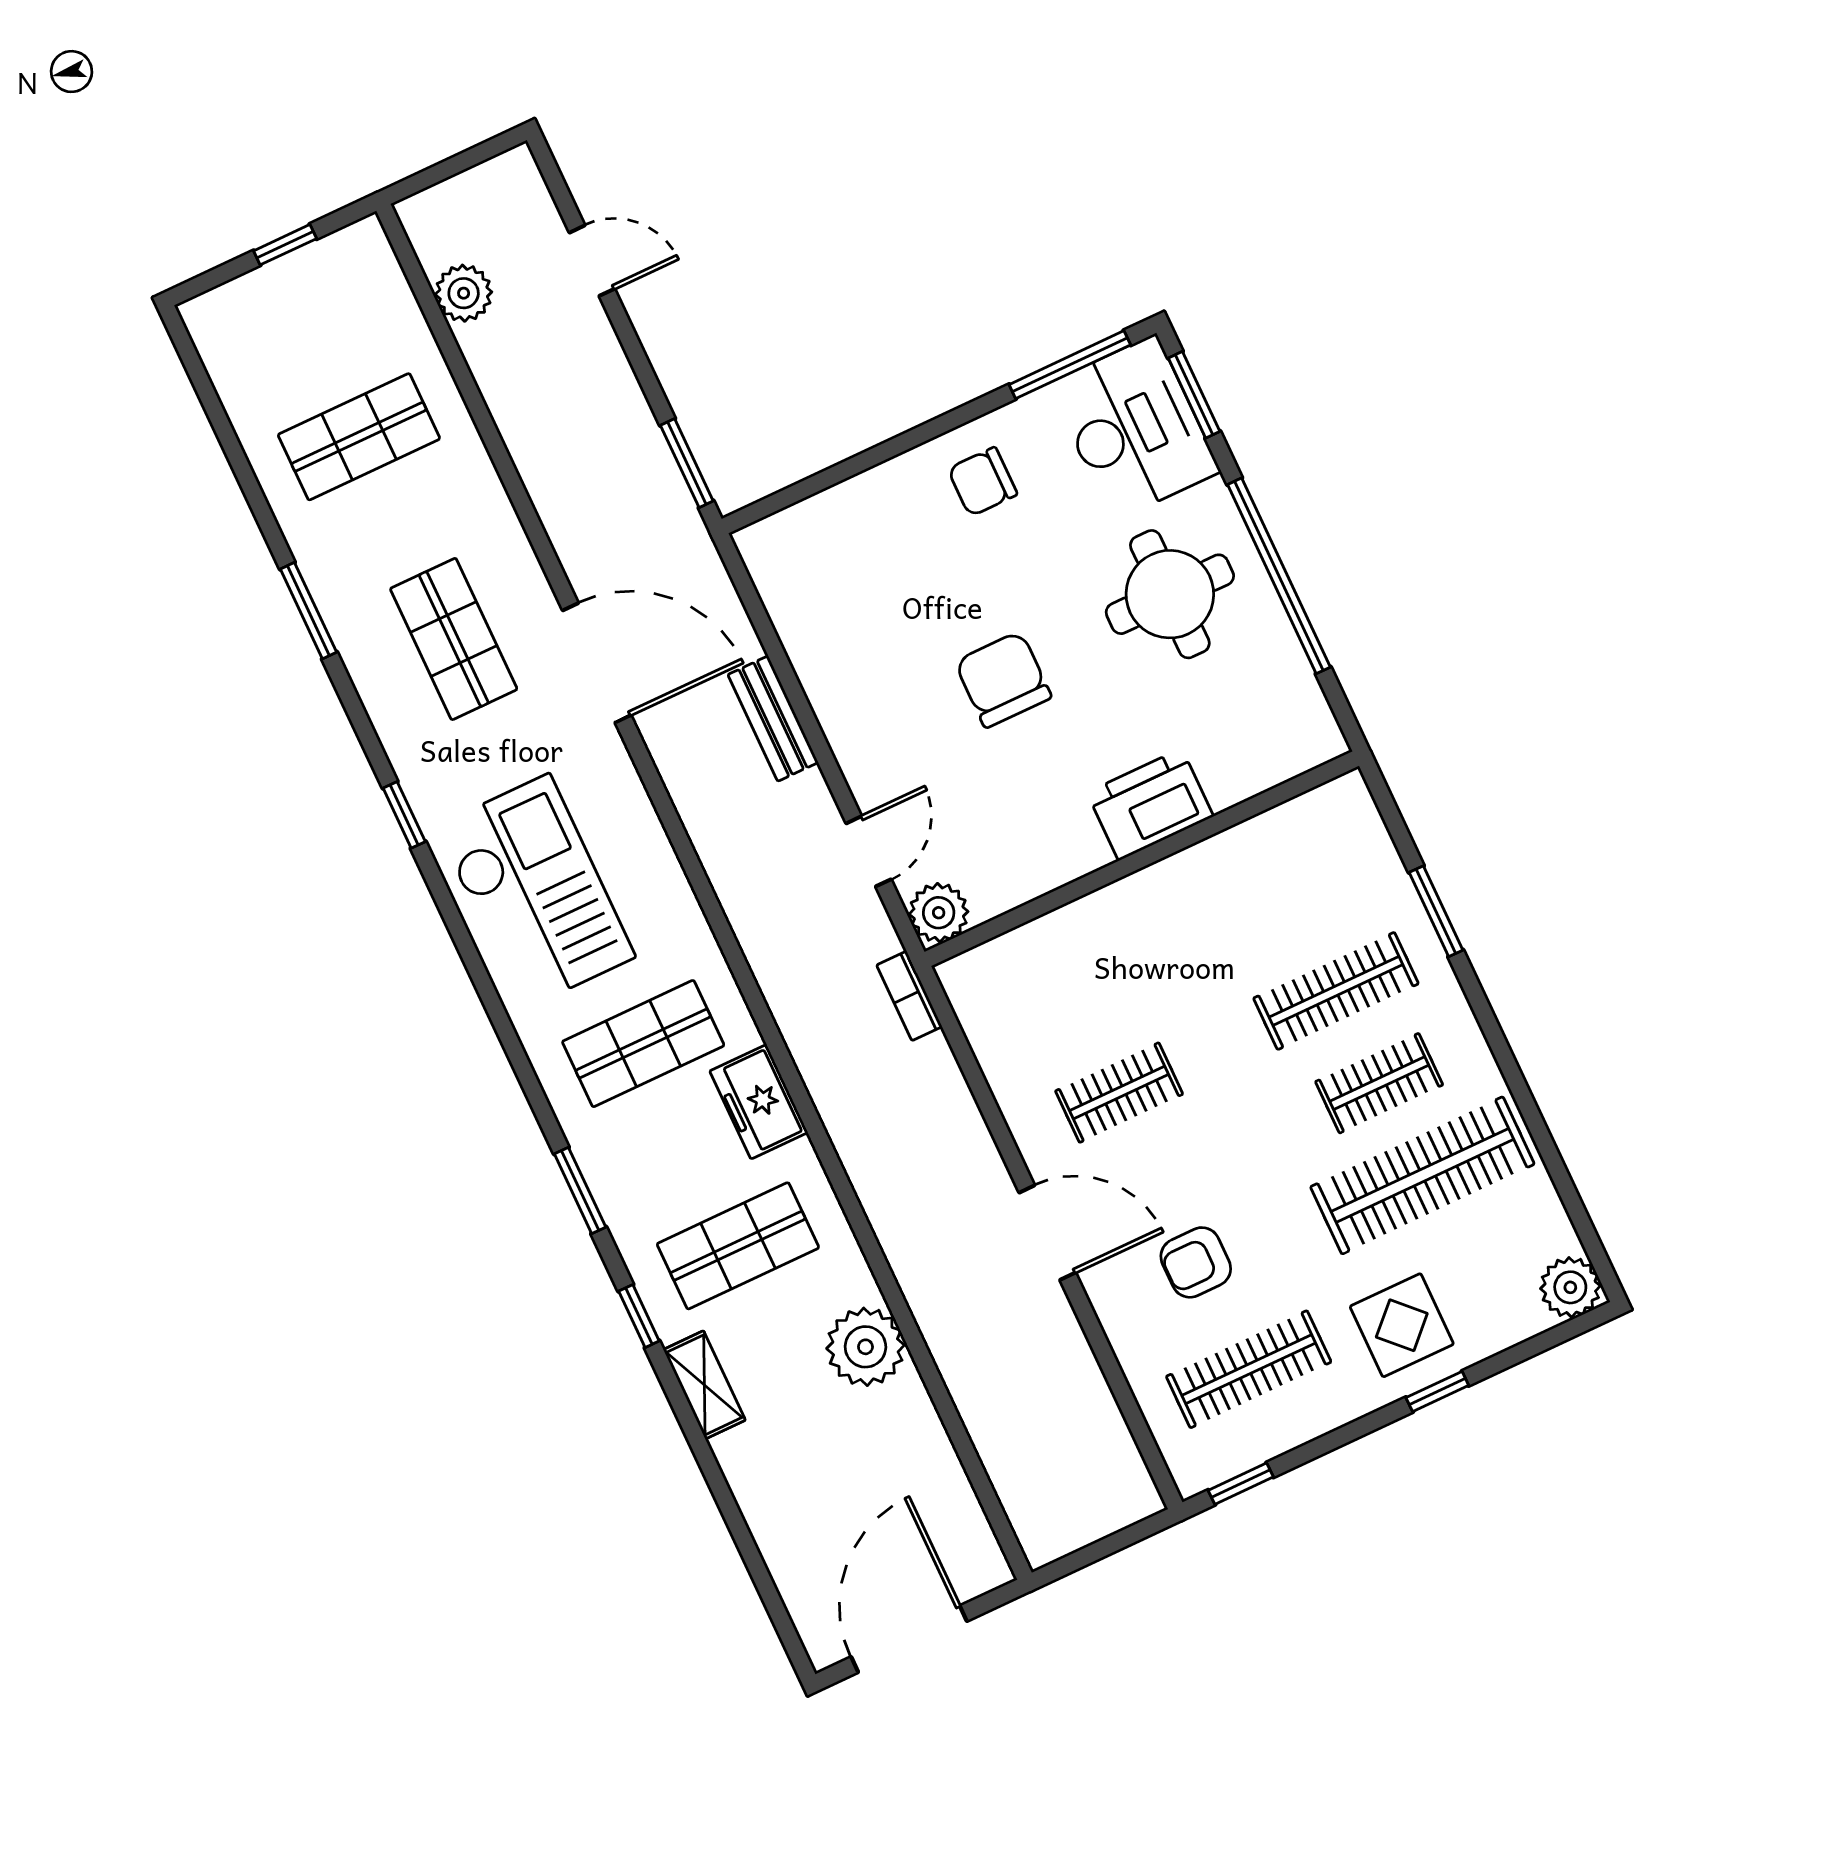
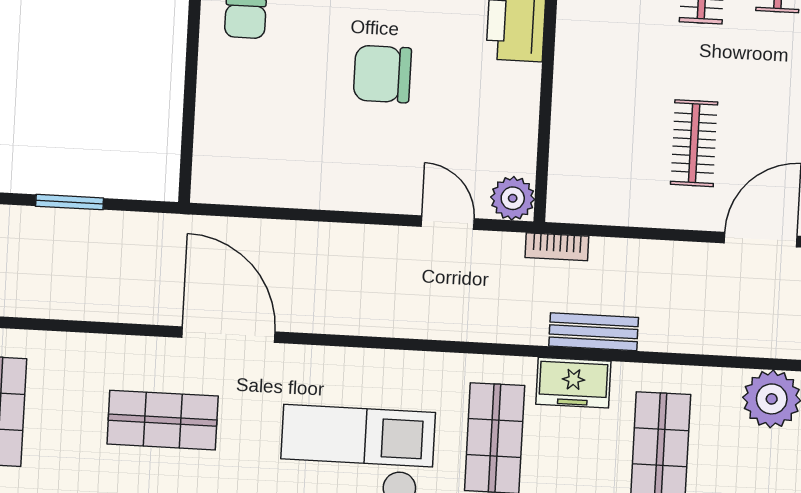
window: (687, 463) -> (70, 202), moved
door: (597, 663) -> (228, 335), hinge flipped
bench: (773, 719) -> (594, 332), moved

